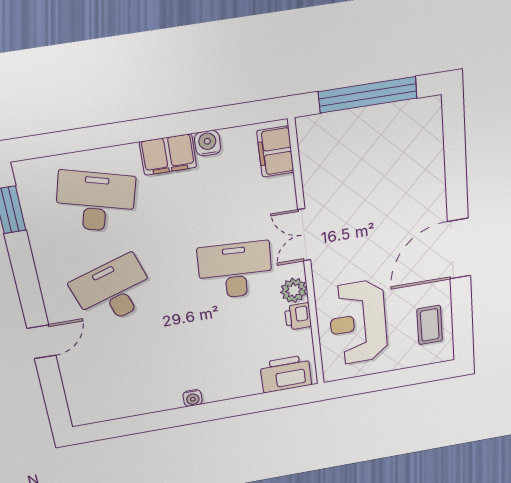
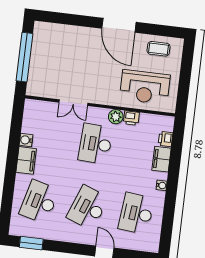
filing cabinet: (275, 152) -> (161, 159), moved, turned 90
double door: (304, 235) -> (73, 103), moved
desk: (113, 291) -> (88, 208), turned 39
desk: (130, 373) -> (136, 213), added
printer: (286, 374) -> (165, 139), width x0.53, depth x0.68

